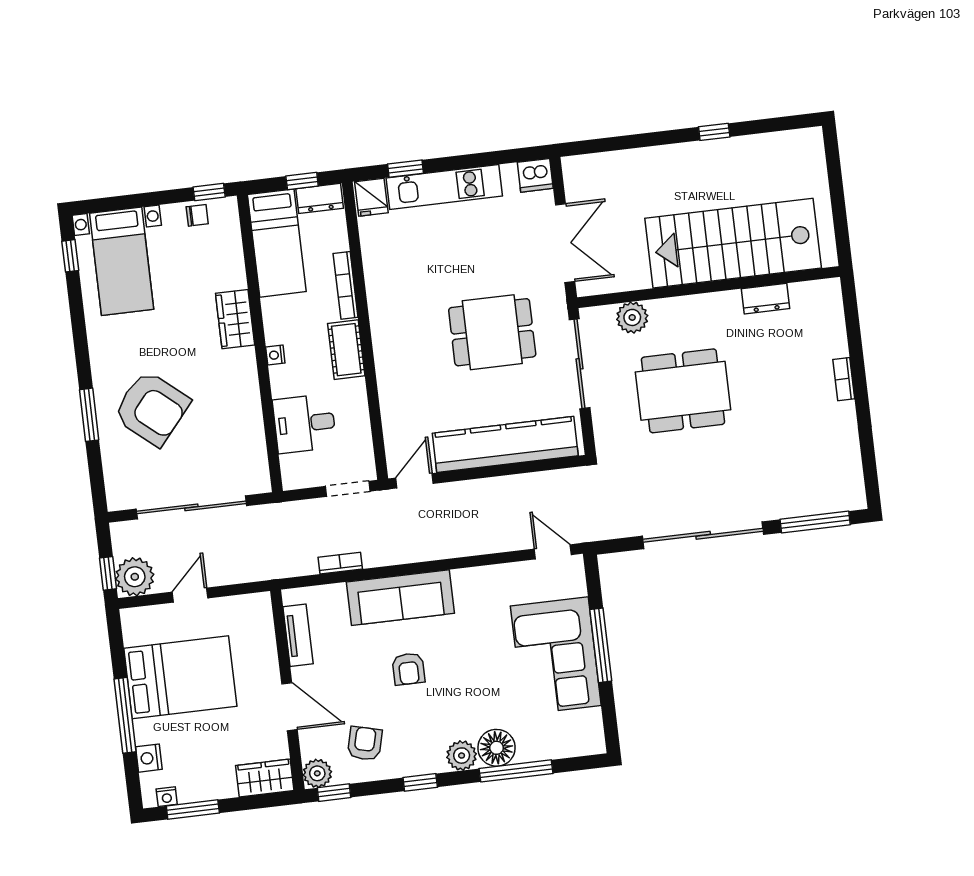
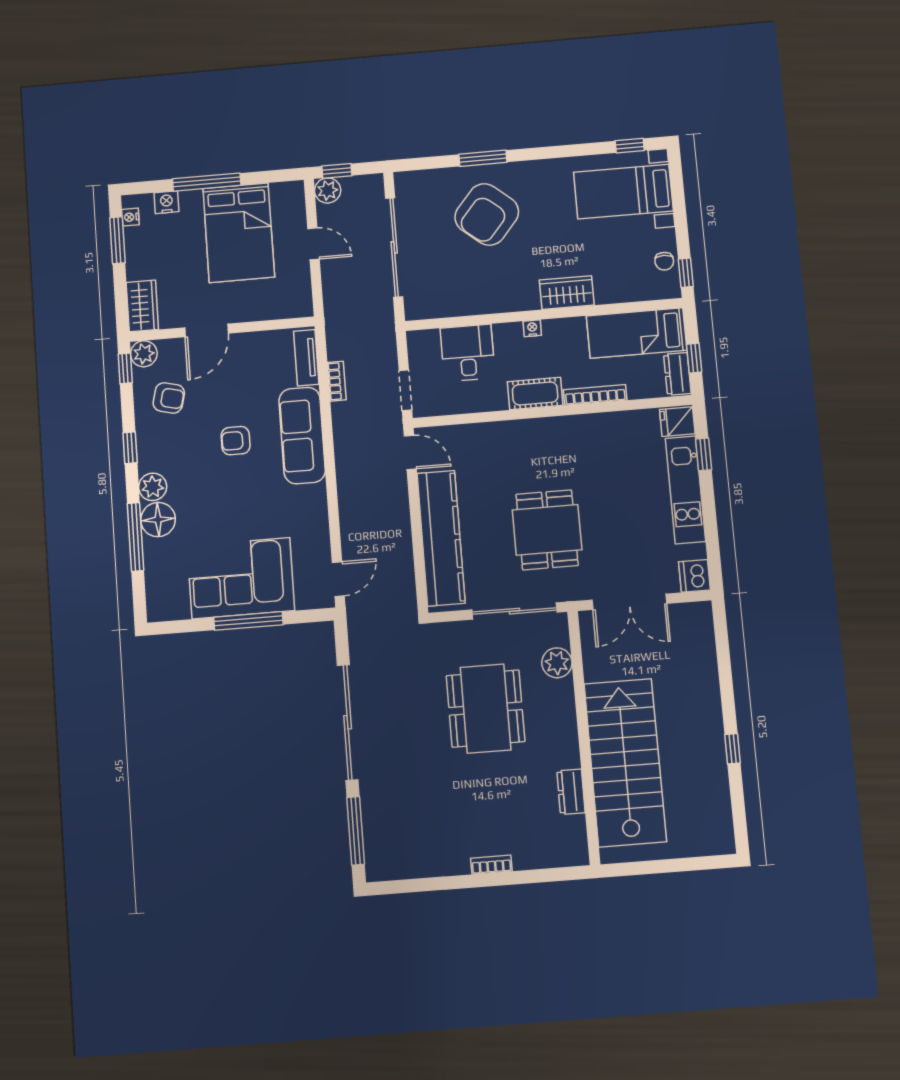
plant: (135, 577) -> (328, 190), width x0.73, depth x0.73
tv unit: (298, 635) -> (306, 358), moved, turned 90

